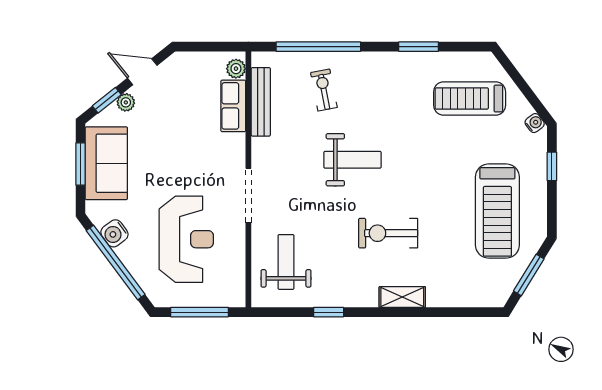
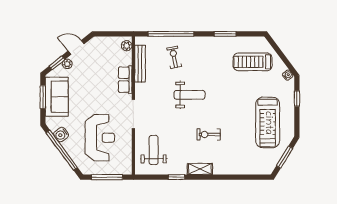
row of seats: (233, 106) -> (125, 80), moved
exercise bike: (388, 233) -> (209, 134), width x0.73, depth x0.72
shelving: (402, 297) -> (200, 169), moved

